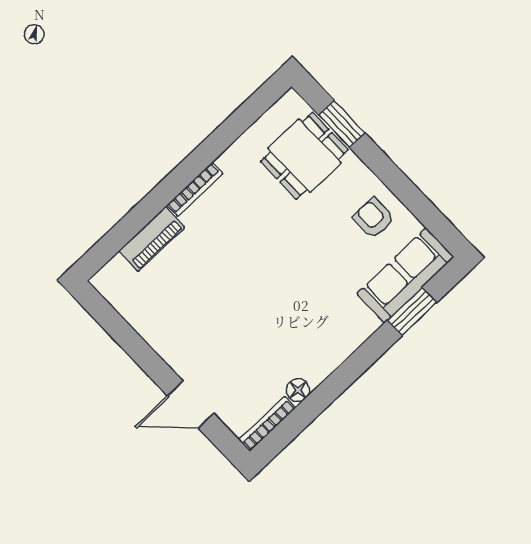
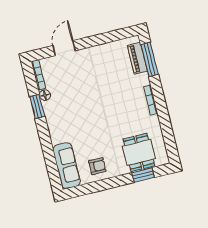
window: (121, 234) -> (150, 59), added
piano: (152, 239) -> (137, 58), moved
window: (412, 311) -> (37, 106), moved

